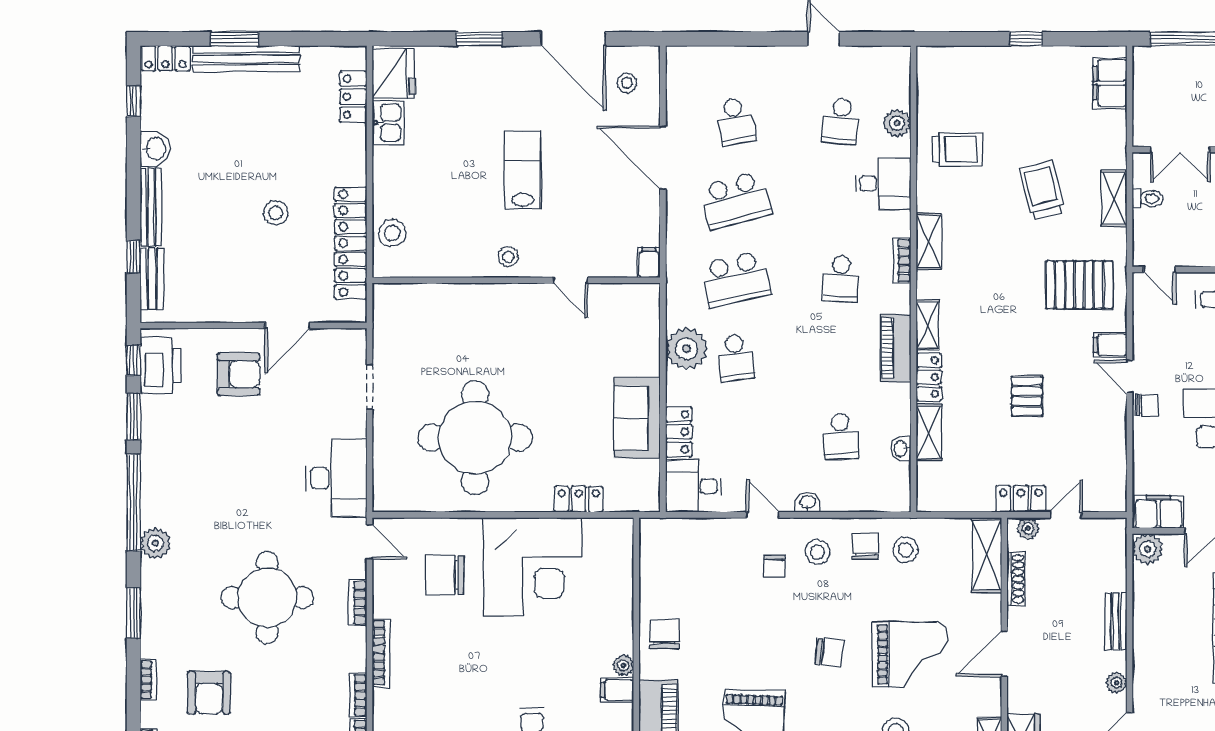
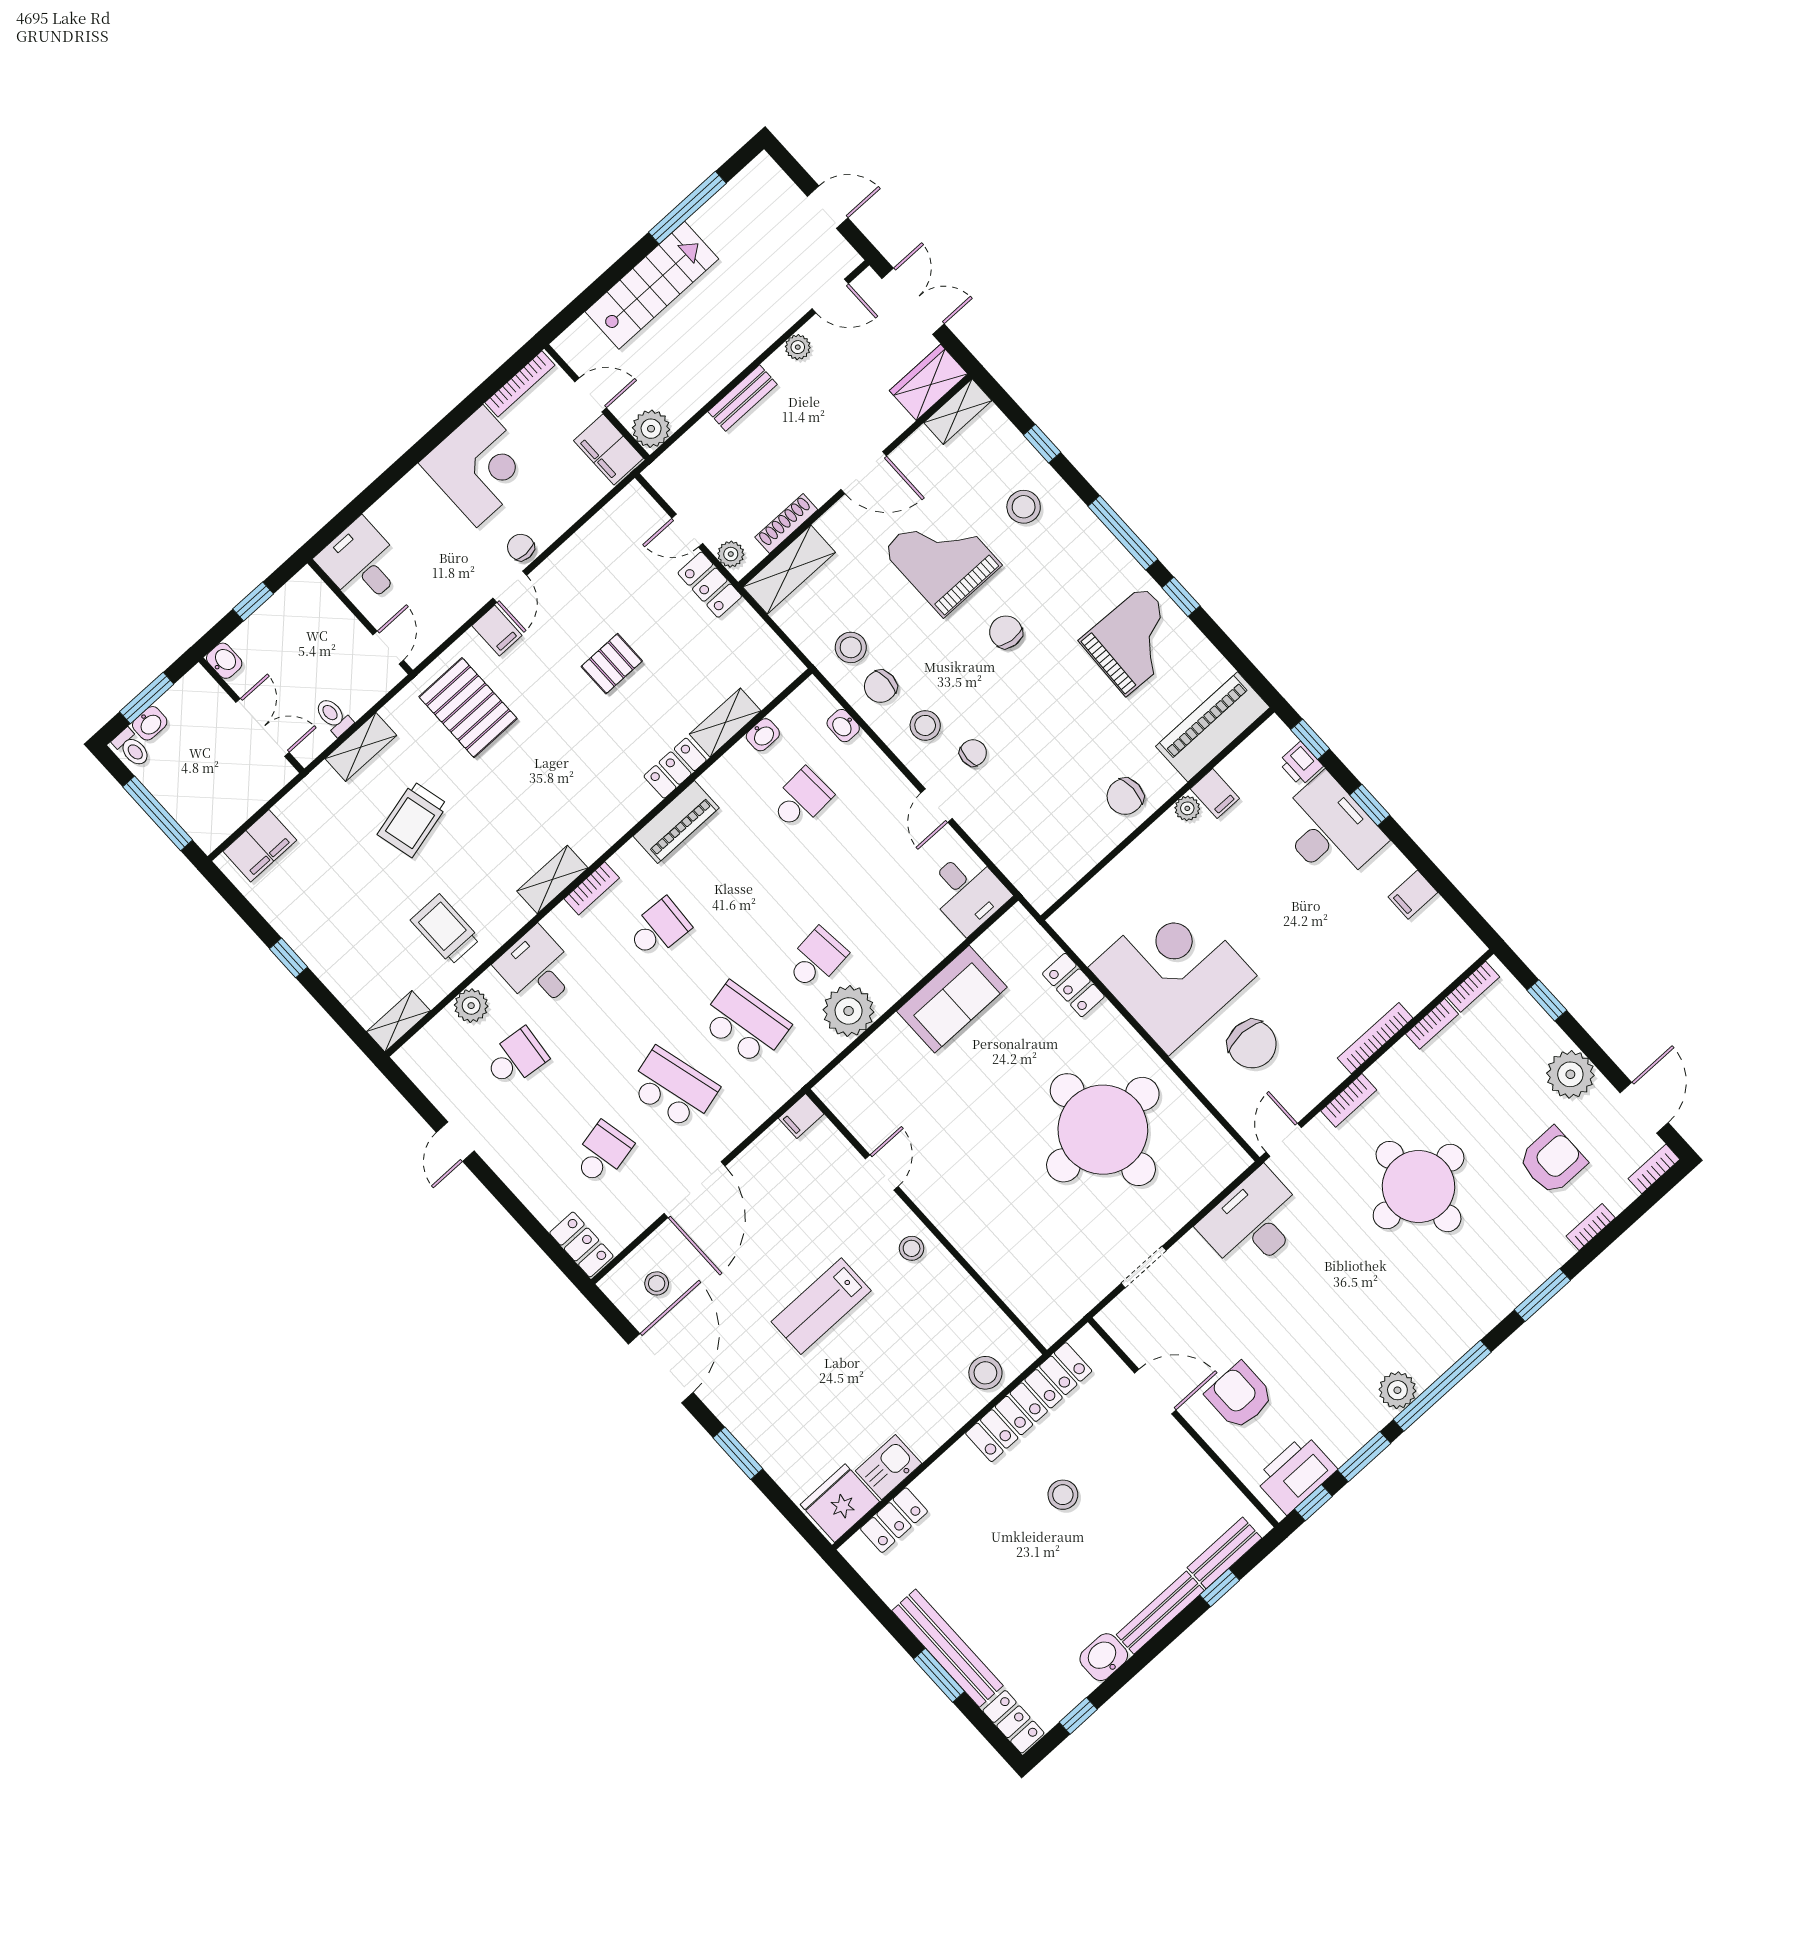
shelving: (927, 325) -> (398, 1021), moved
locker: (679, 432) -> (581, 1244), moved, turned 90
washbasin: (807, 502) -> (843, 726), moved
plant: (155, 543) -> (1397, 1390), moved

